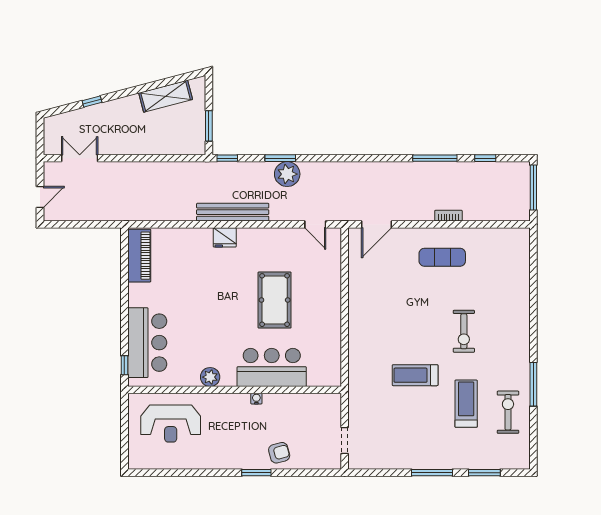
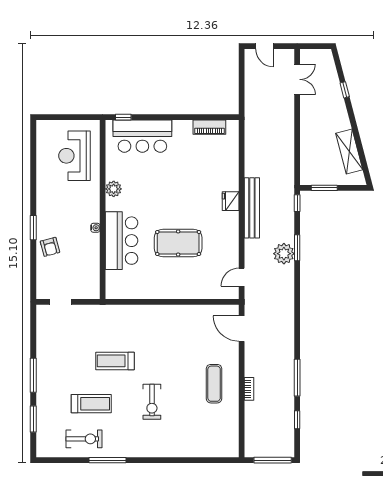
piano: (139, 256) -> (209, 127), width x0.73, depth x0.75
exercise bike: (464, 331) -> (152, 402), turned -90
treadmill: (415, 375) -> (115, 361), turned -90

